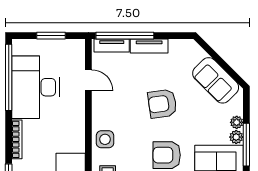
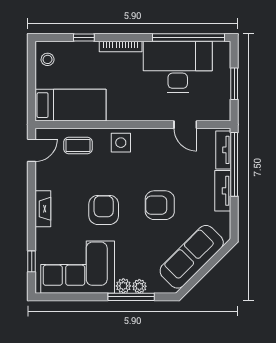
door: (88, 80) -> (185, 125), hinge flipped
sofa: (216, 80) -> (192, 257), width x1.36
armchair: (162, 104) -> (160, 205), turned -82
window: (246, 145) -> (131, 297), moved

